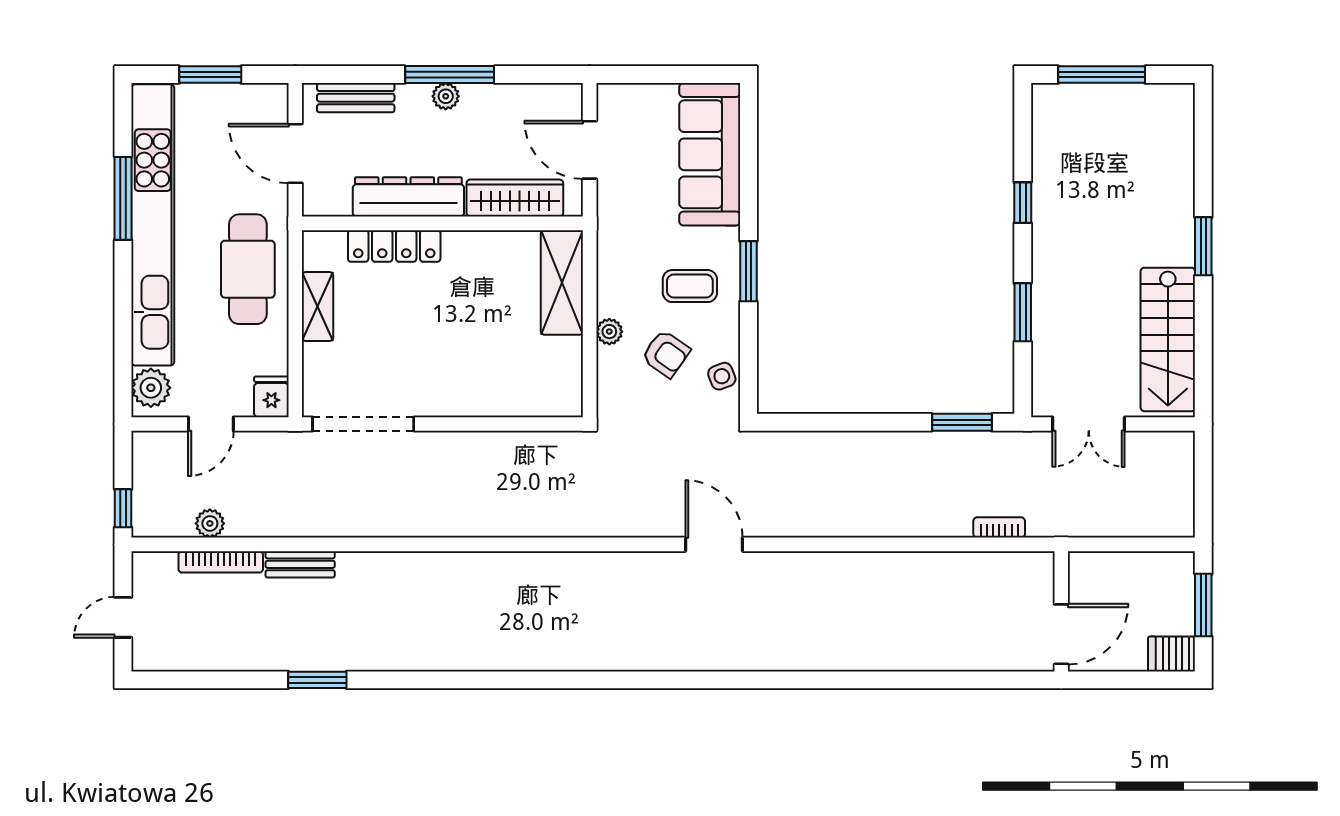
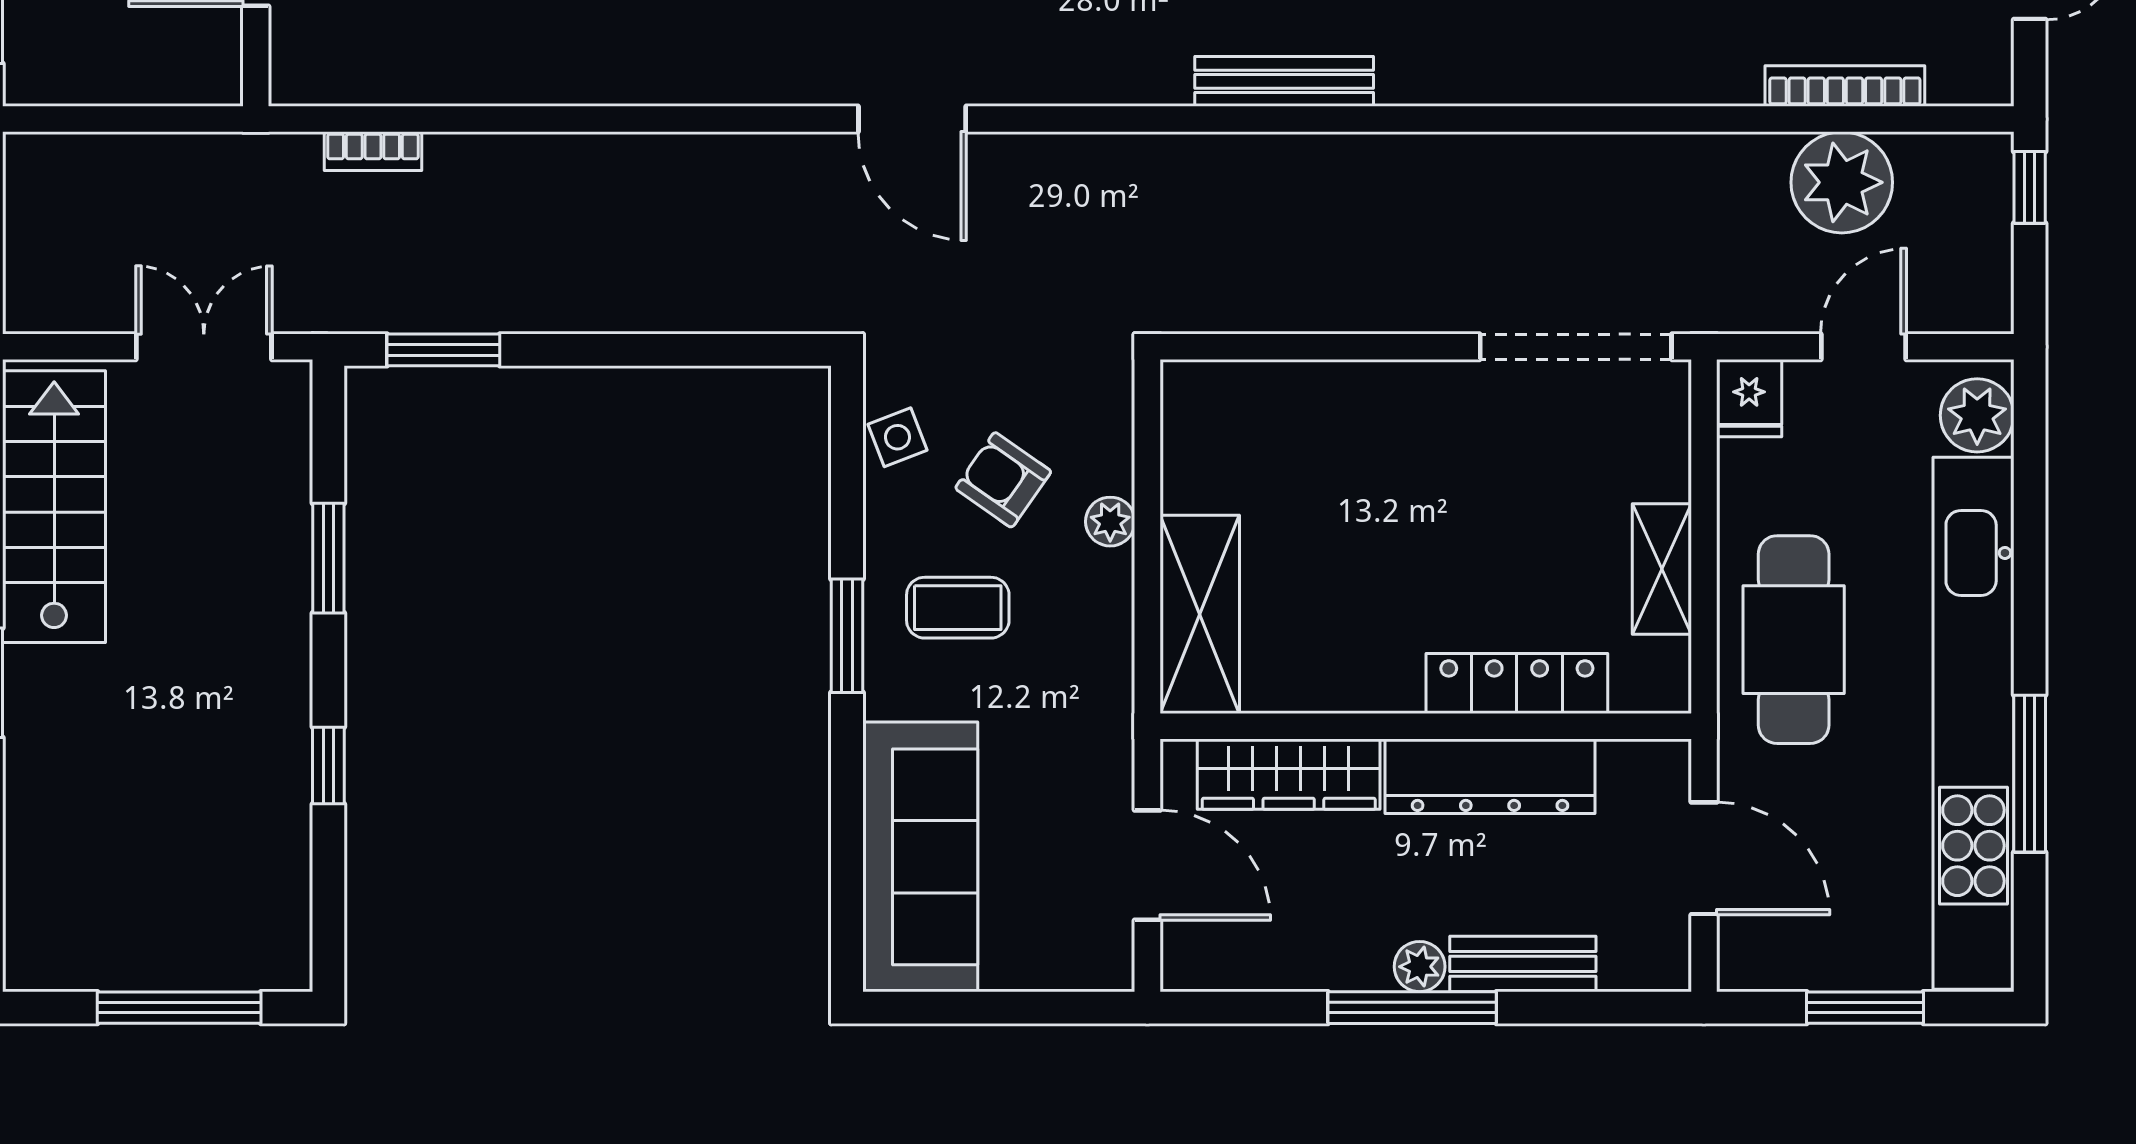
bench: (356, 98) -> (1523, 964), moved
plant: (210, 523) -> (1842, 182), width x1.87, depth x1.87
bench: (300, 564) -> (1284, 81), moved, width x1.36

